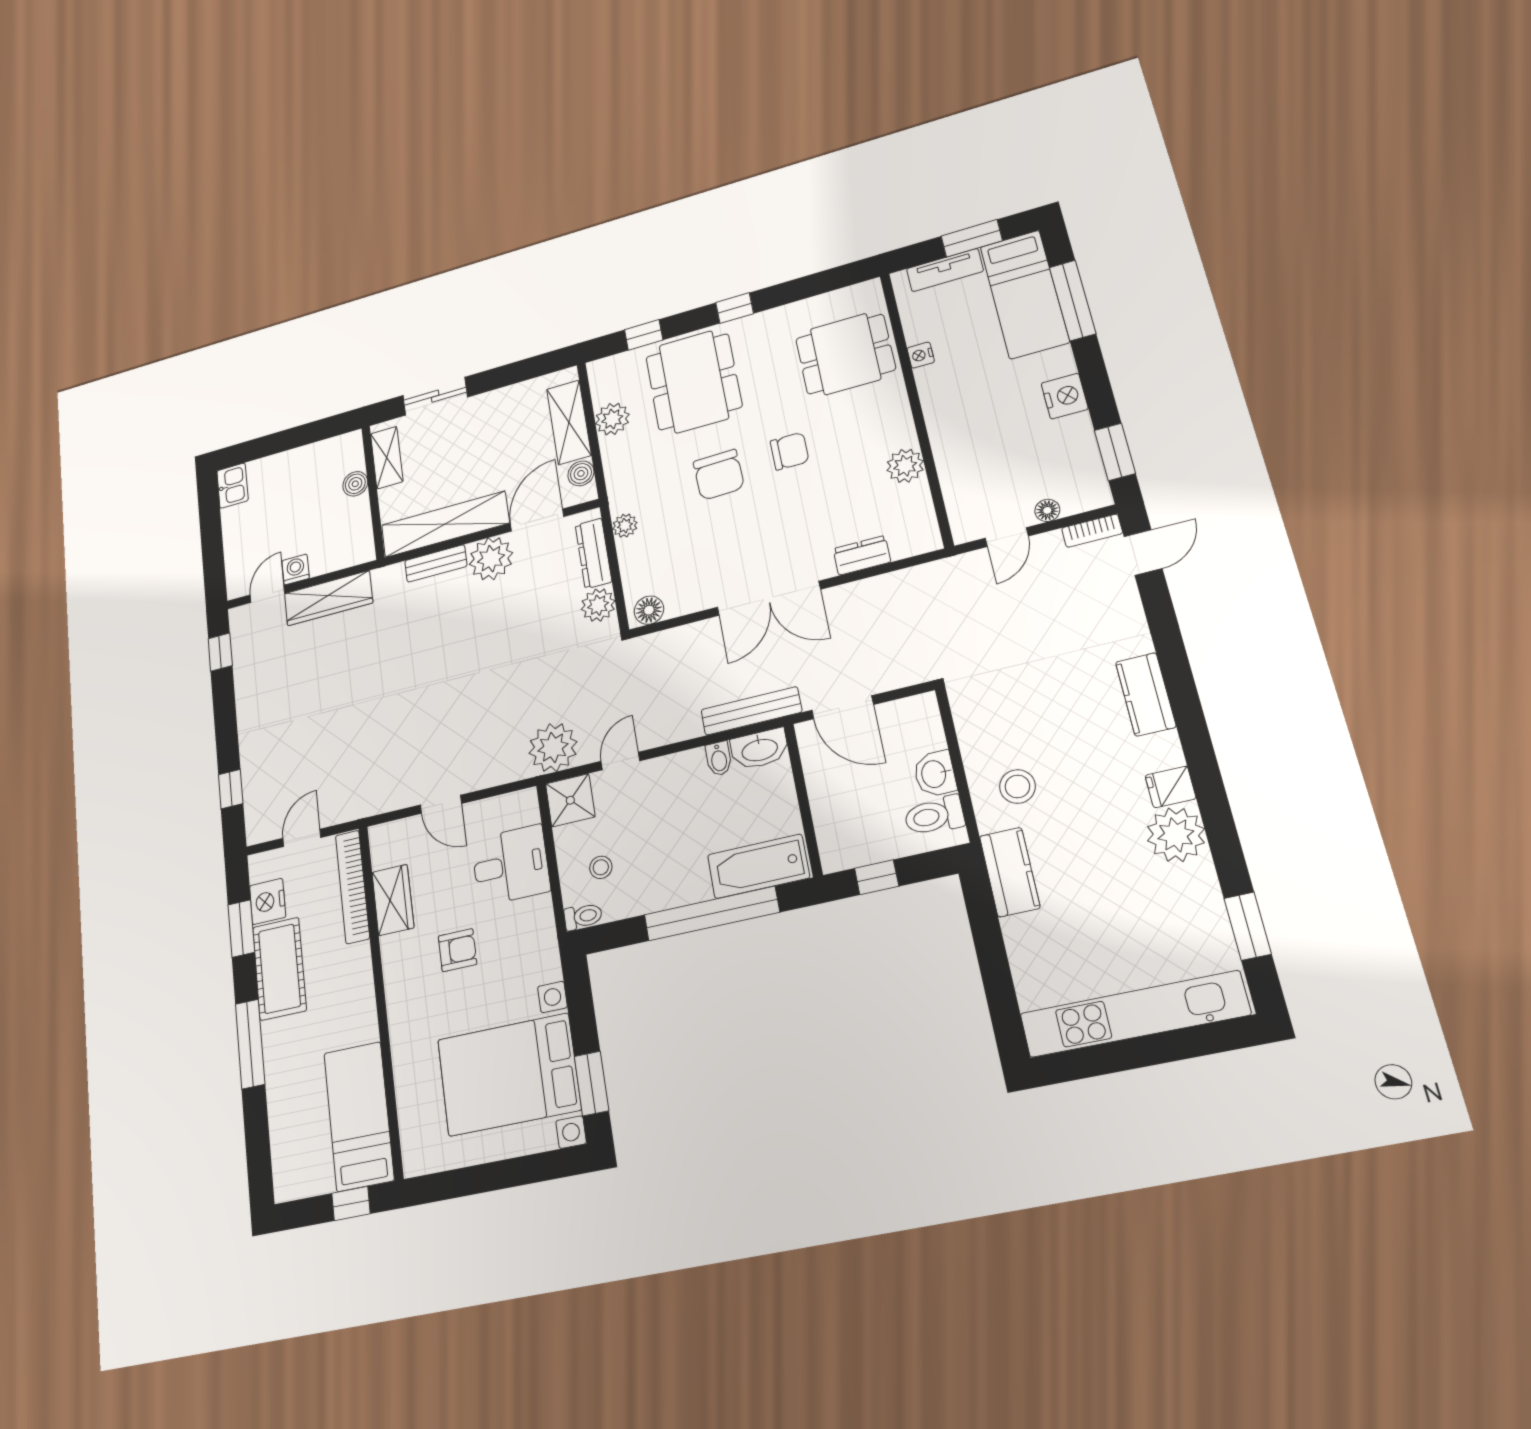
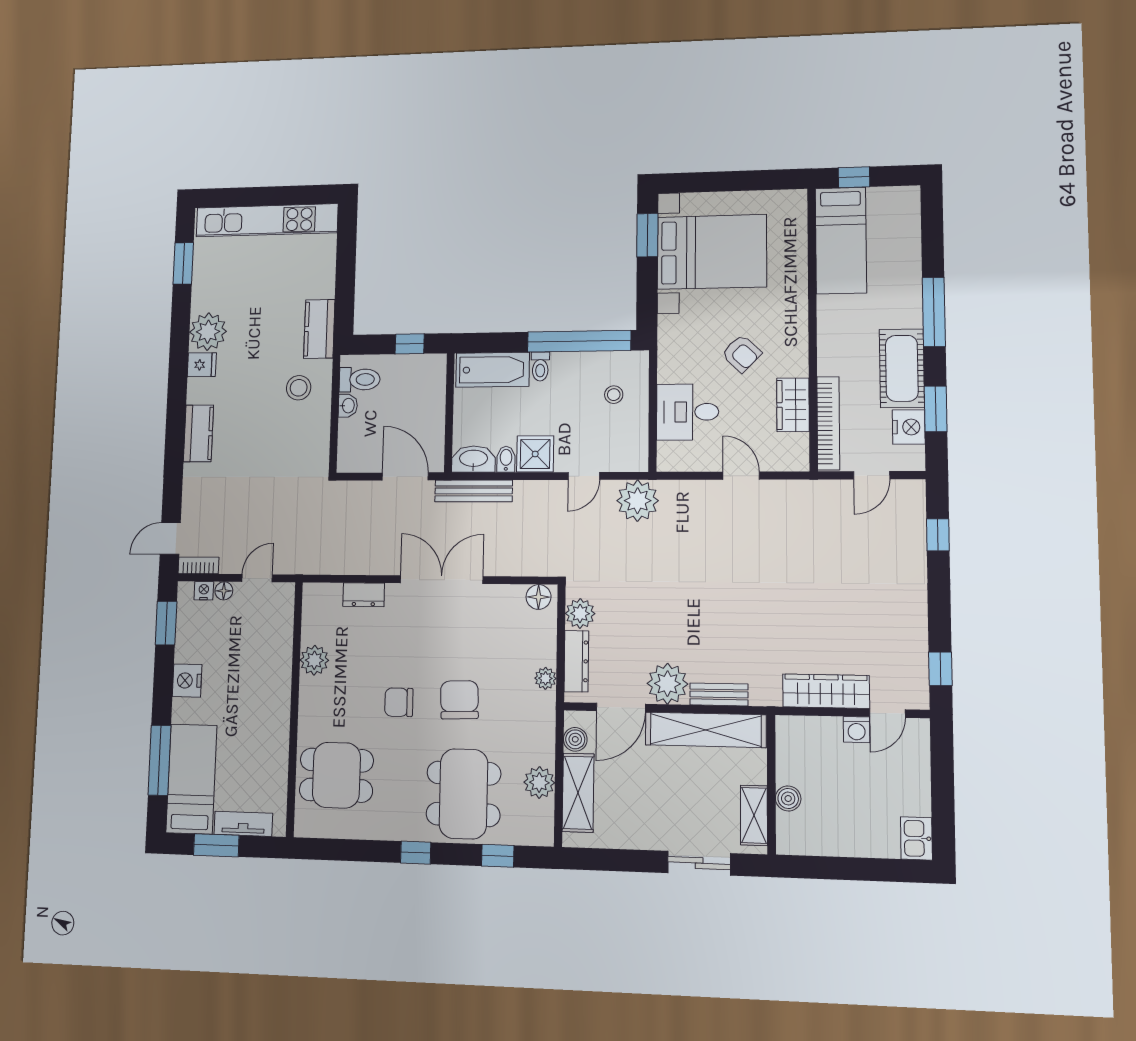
nightstand: (921, 355) -> (204, 591), moved, turned -90
washbasin: (935, 774) -> (348, 406), width x0.72, depth x0.69
shower: (570, 800) -> (535, 454), moved
window: (712, 913) -> (579, 341), moved
toilet: (583, 916) -> (540, 366), moved, turned -90
armchair: (458, 950) -> (742, 353), turned -136

